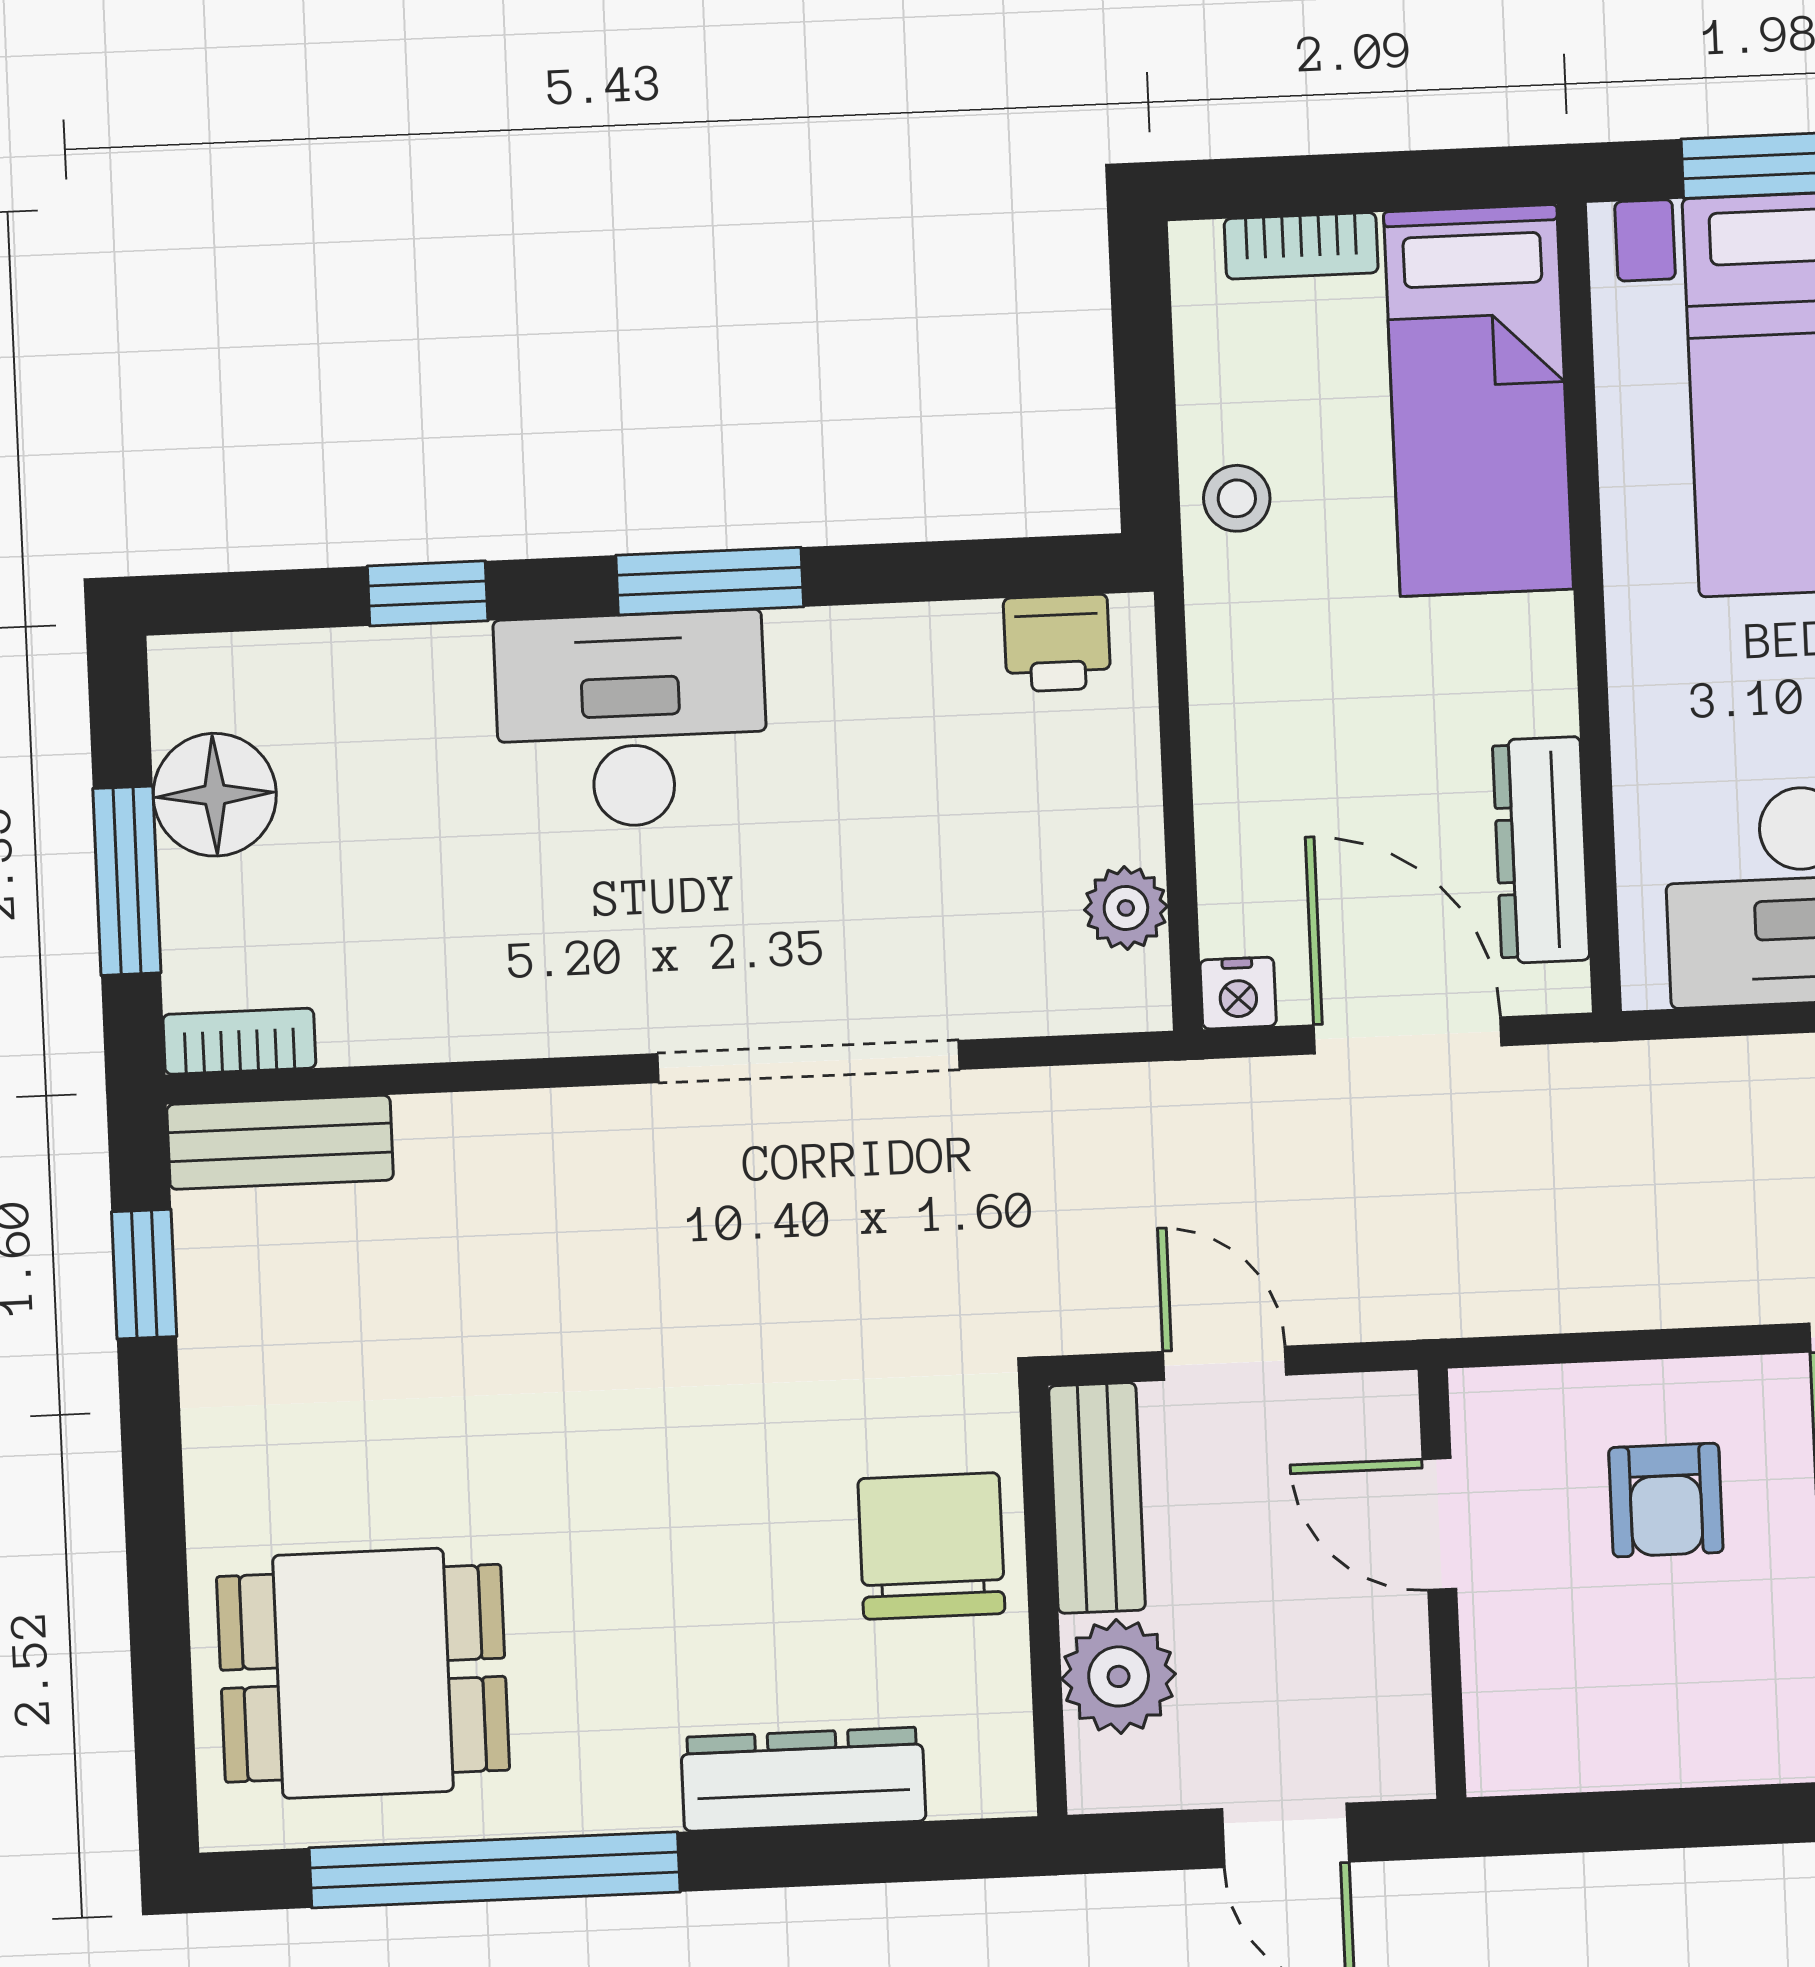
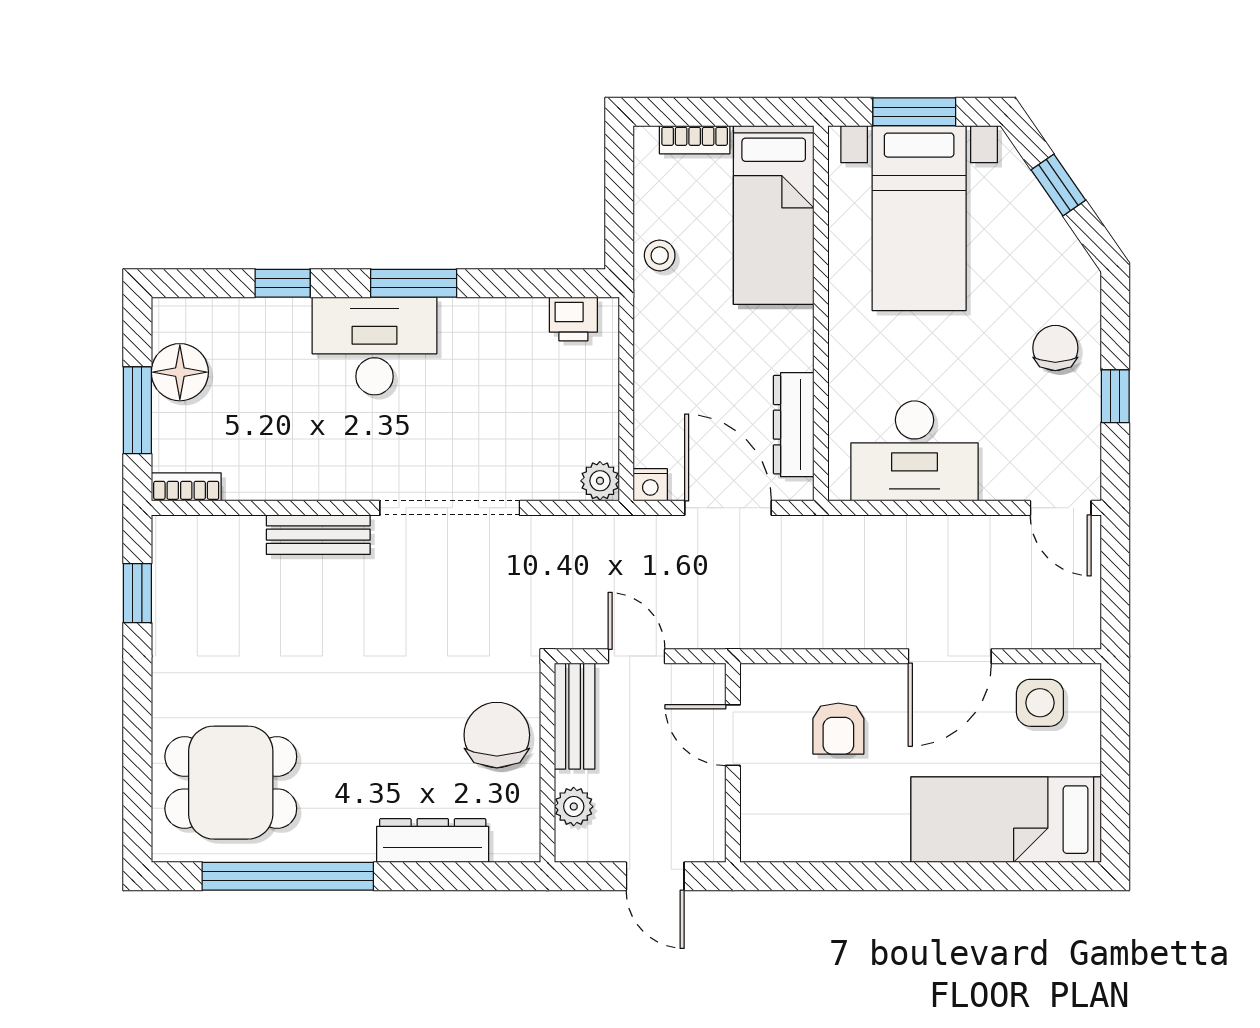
plant: (1126, 908) -> (600, 481), moved
bench: (280, 1142) -> (318, 535), moved
plant: (1119, 1676) -> (574, 807), width x0.73, depth x0.73

